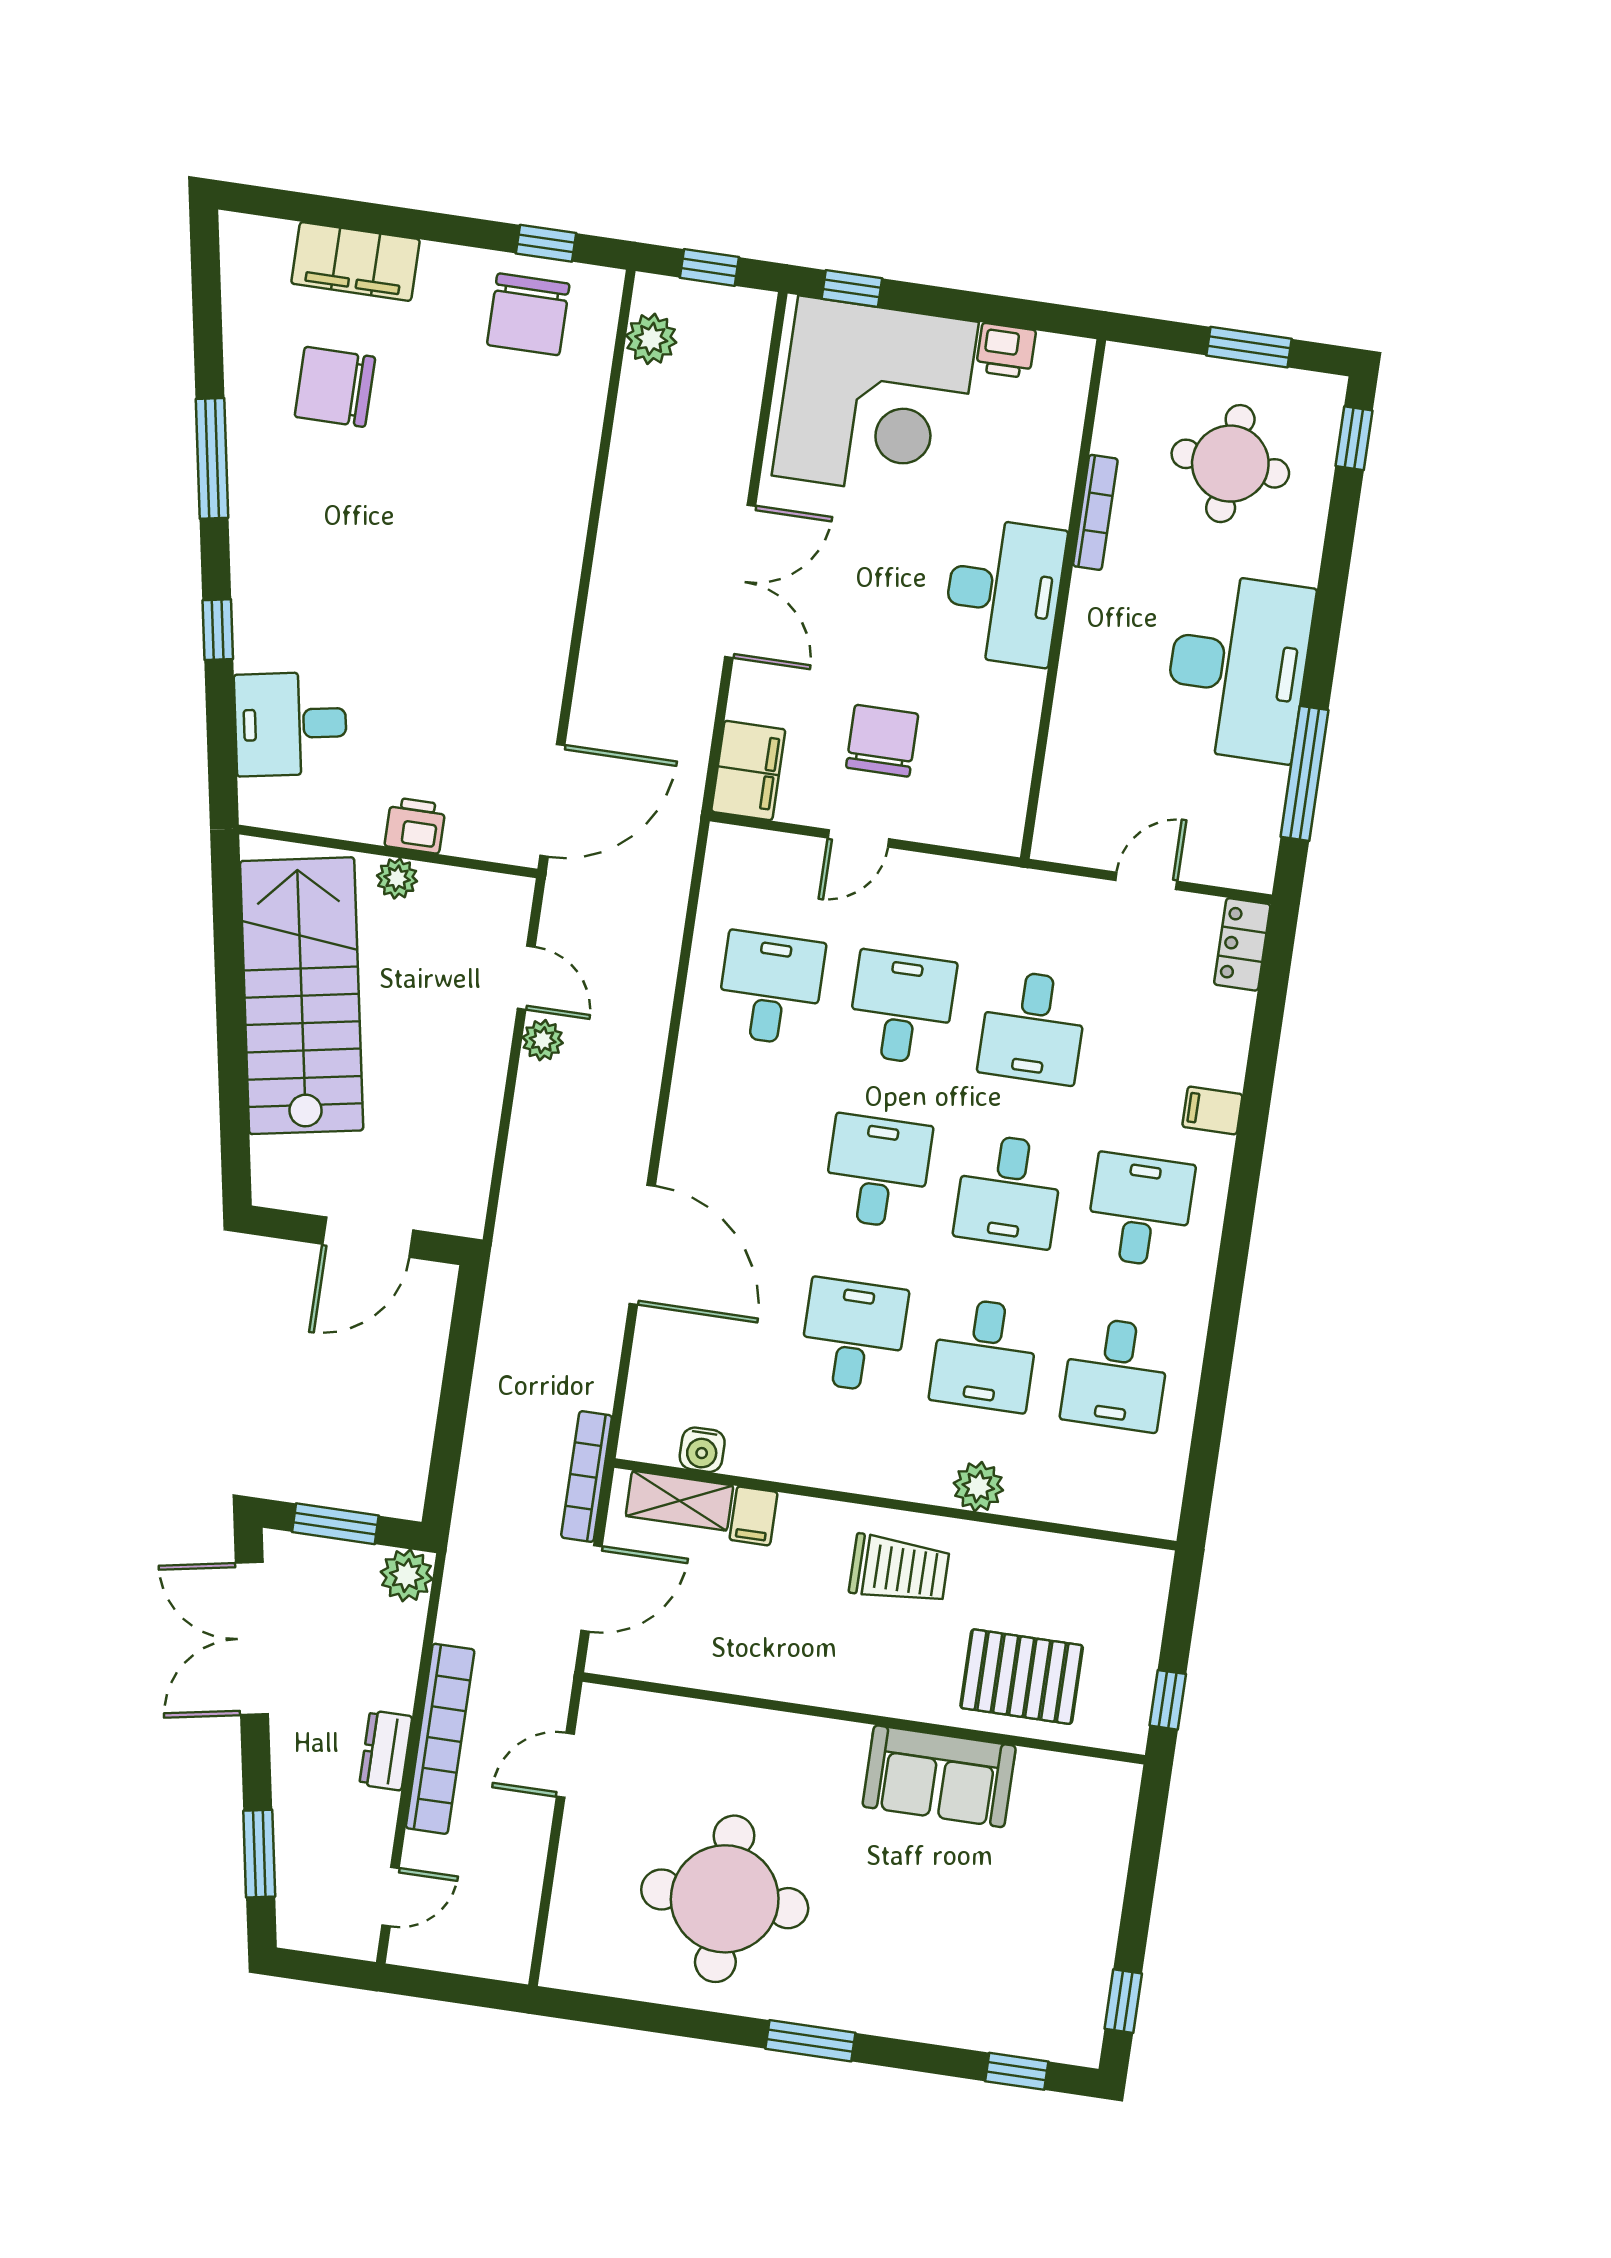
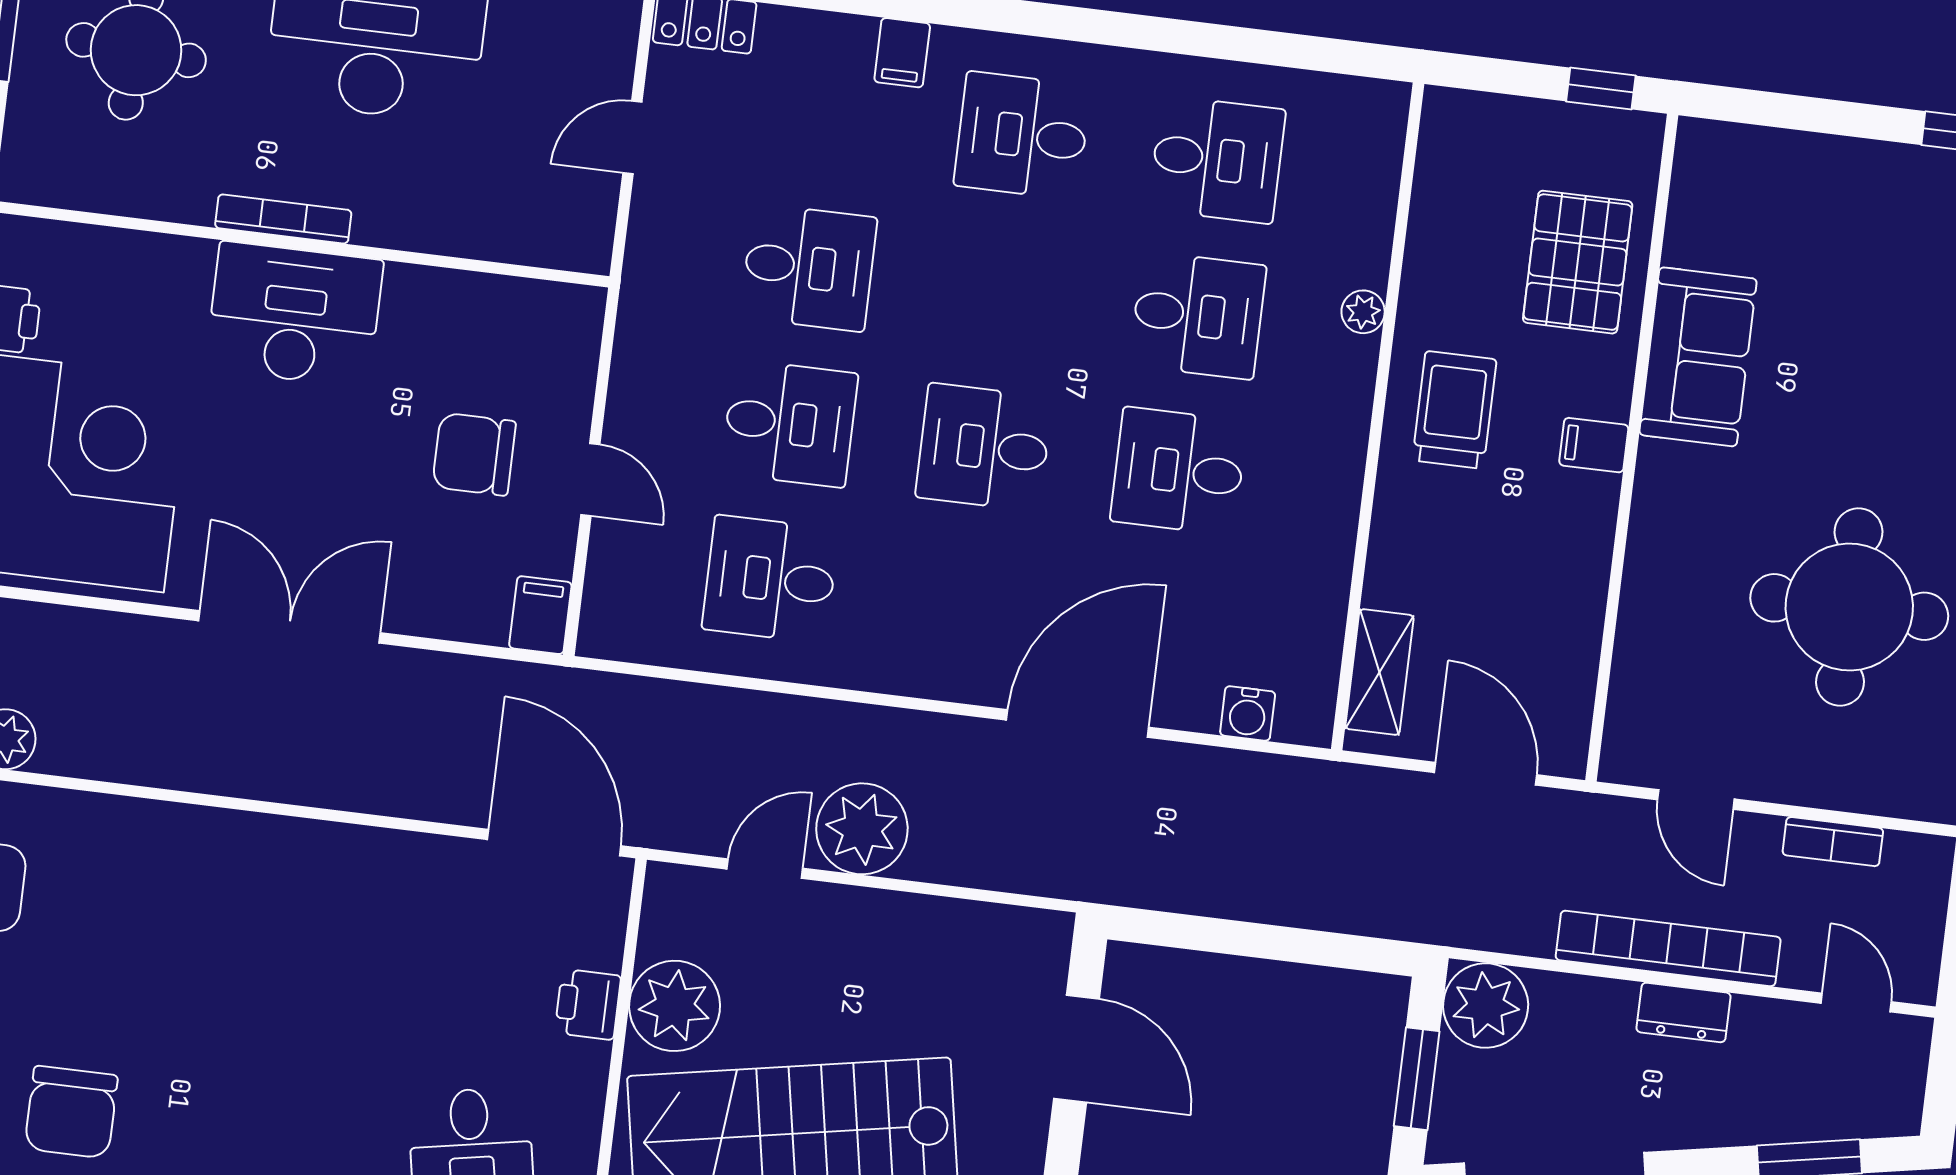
bookcase: (1095, 512) -> (283, 219), moved
filing cabinet: (748, 771) -> (540, 615), width x0.50
plant: (397, 878) -> (675, 1006), width x1.87, depth x1.87
door: (1146, 881) -> (632, 137), hinge flipped
desk: (902, 1008) -> (790, 423), turned 180
plant: (543, 1040) -> (862, 829), width x1.87, depth x1.87
desk: (1009, 1191) -> (1003, 291), removed
water cooler: (702, 1450) -> (1248, 713), moved, turned 90
bookcase: (587, 1477) -> (1833, 842), moved, width x0.64
plant: (978, 1487) -> (1363, 312), width x0.73, depth x0.73
filing cabinet: (754, 1516) -> (1594, 445), moved, turned 180
plant: (407, 1575) -> (1486, 1006), width x1.36, depth x1.36

